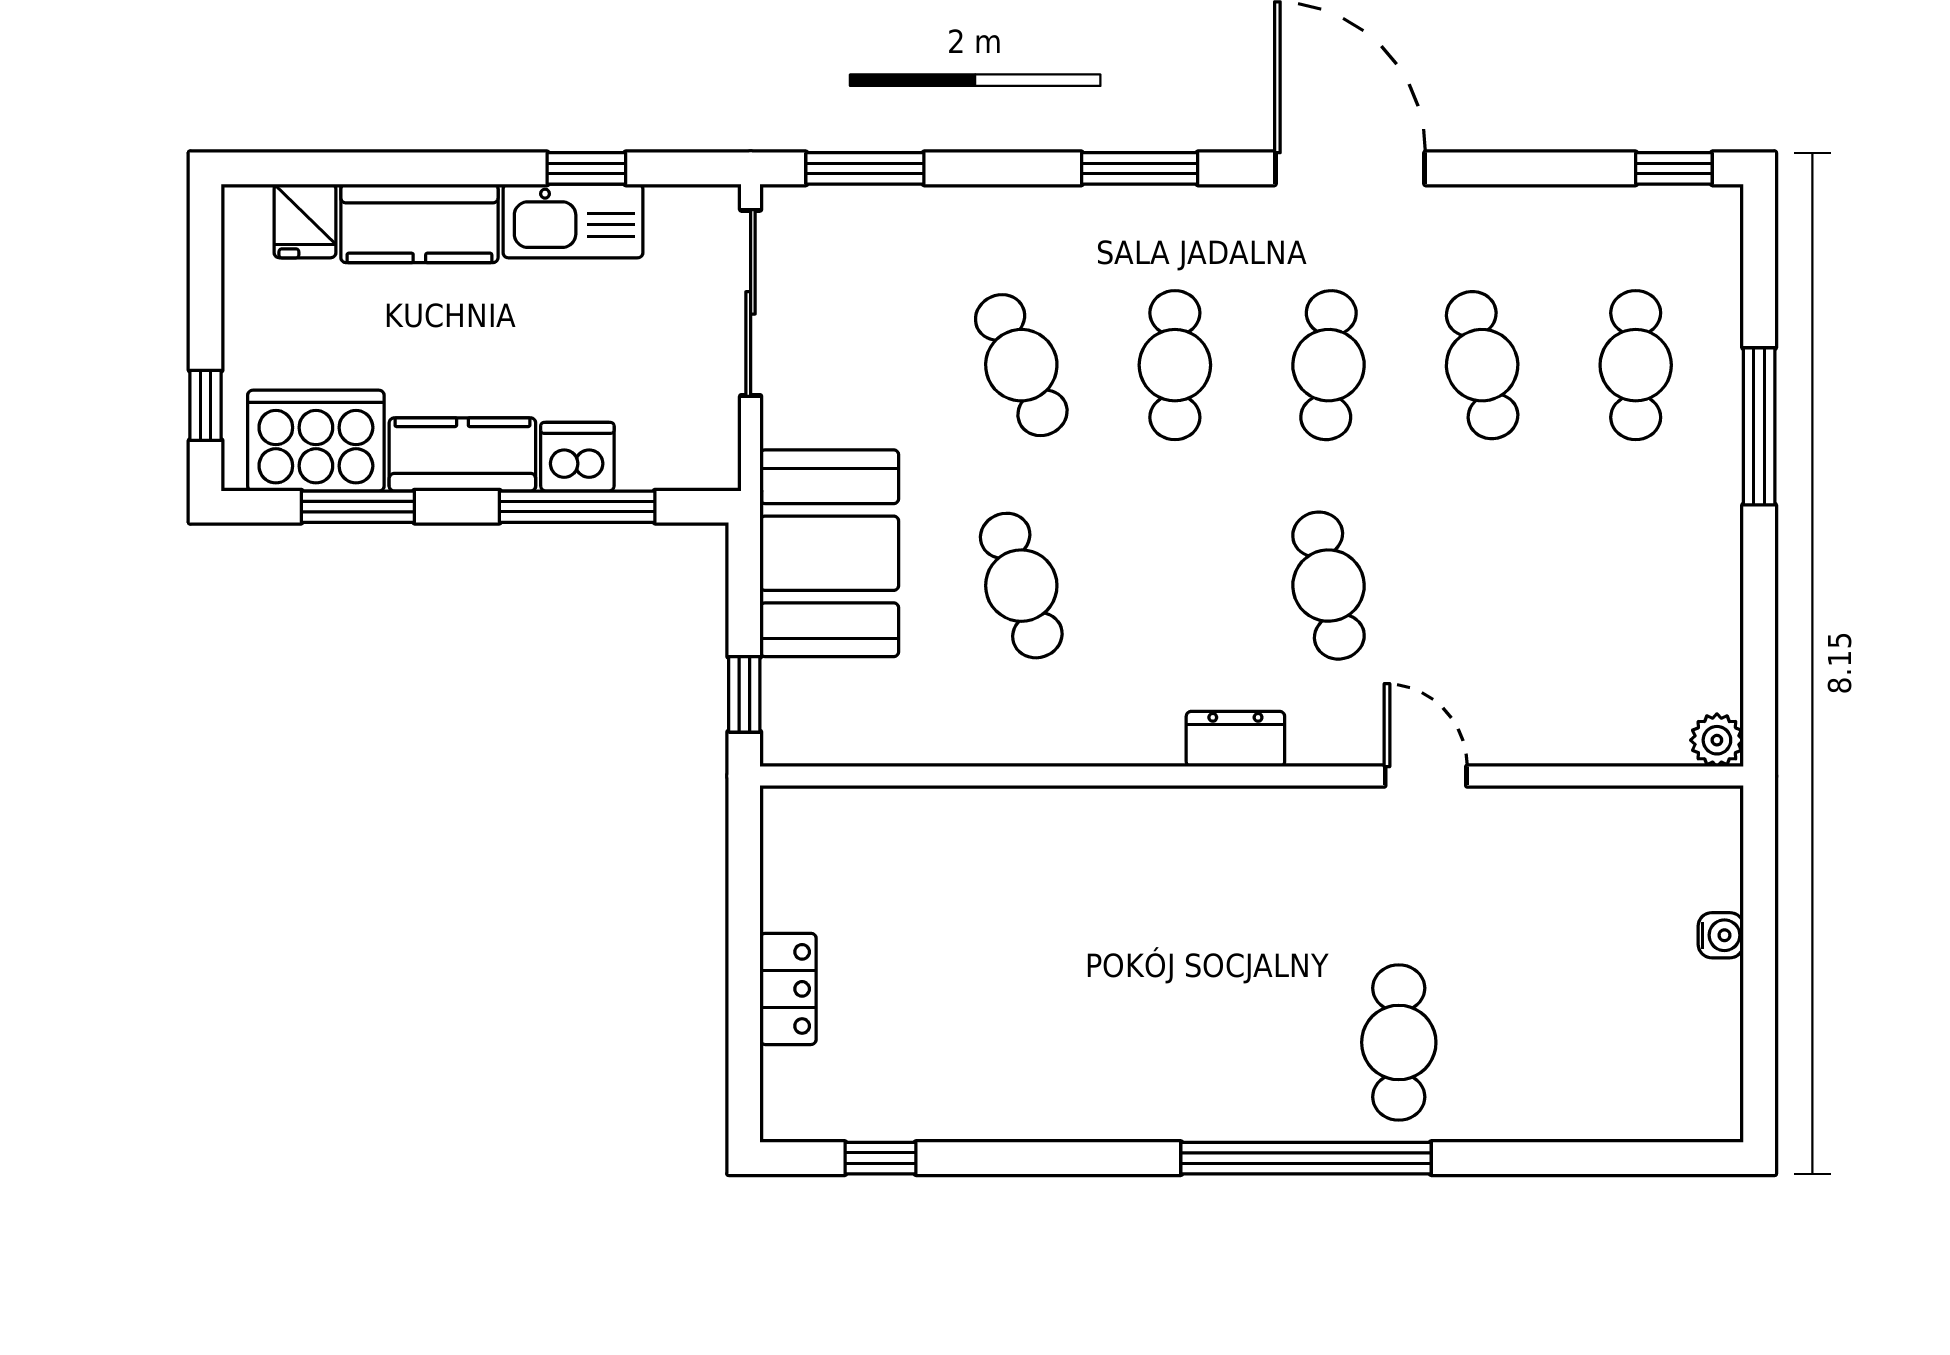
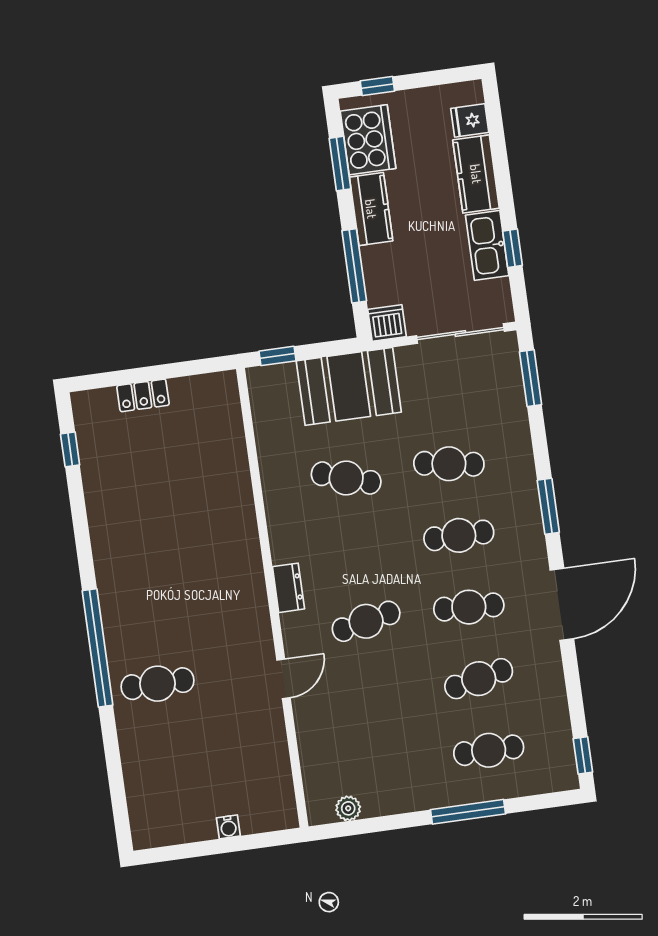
cafe table: (1021, 365) -> (449, 464), turned 33
dishwasher: (577, 457) -> (387, 323), moved, turned -90
cafe table: (1021, 586) -> (346, 478), turned 36
plant: (1717, 740) -> (348, 808), moved

